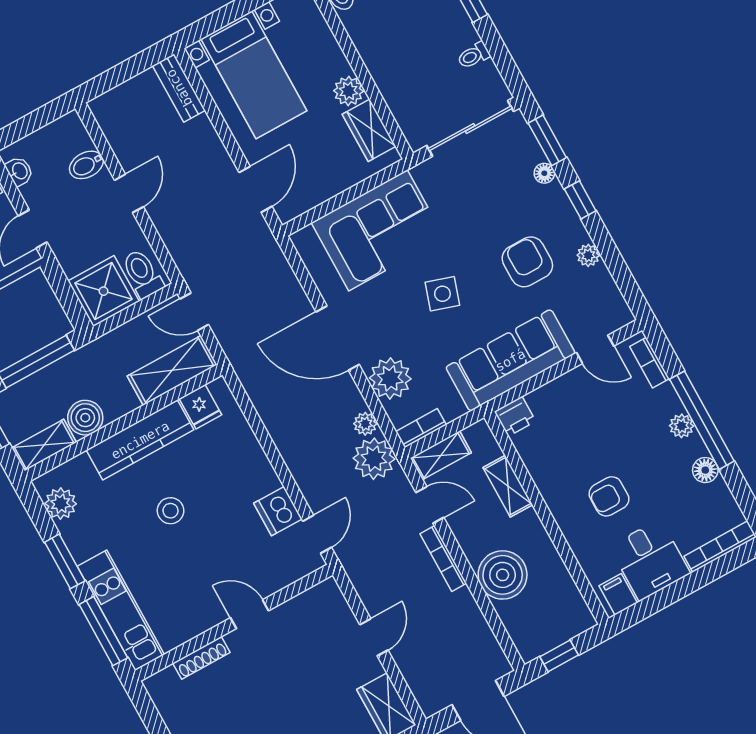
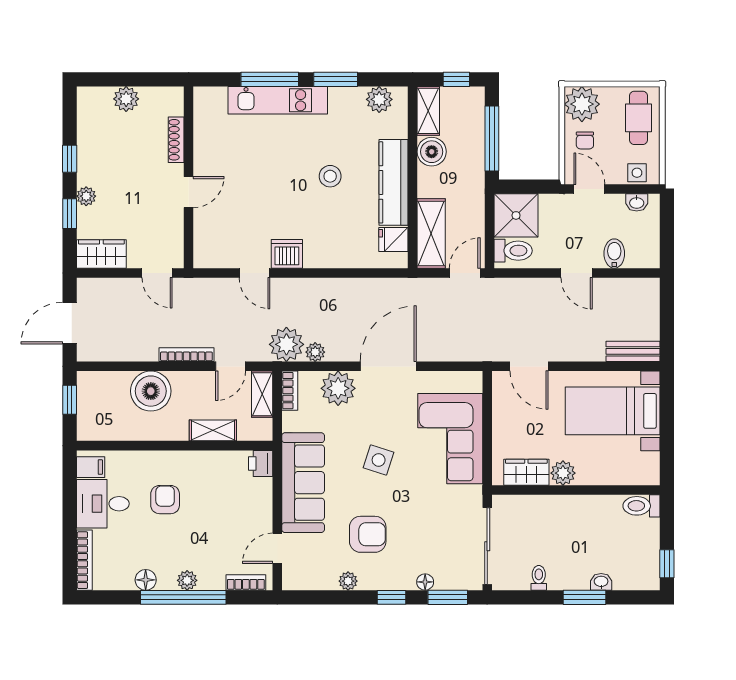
door: (250, 614) -> (189, 192), moved
wall: (234, 623) -> (189, 177), moved
shoe rack: (201, 658) -> (176, 140), moved

